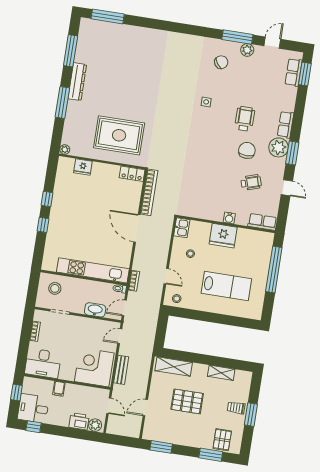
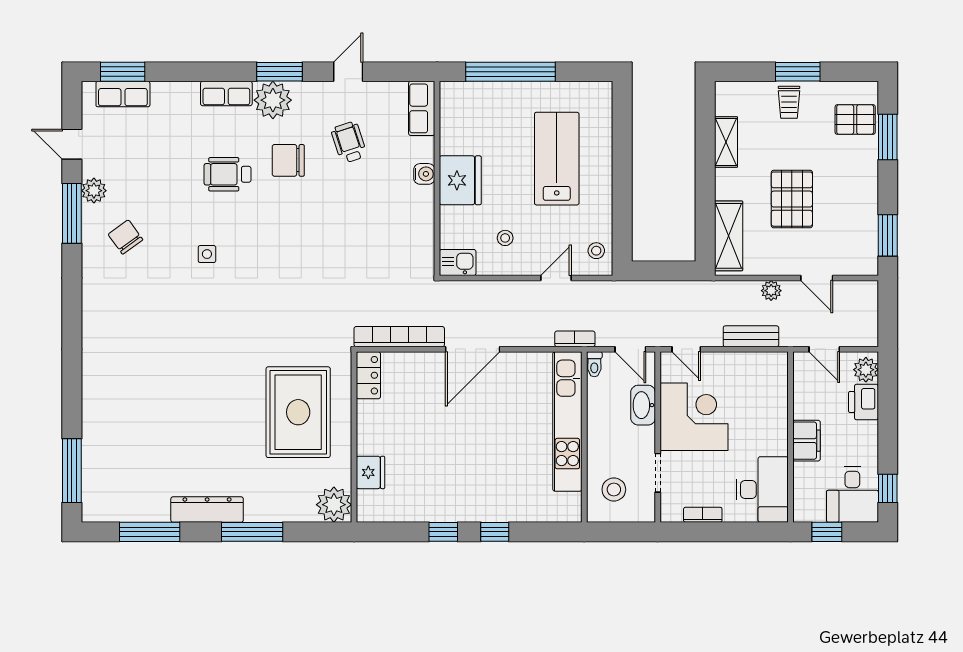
plant: (65, 149) -> (334, 505), width x1.87, depth x1.87
corner desk: (94, 367) -> (694, 417), moved, turned 180
plant: (143, 384) -> (771, 291), added
filing cabinet: (59, 389) -> (807, 441), width x2.00
door: (109, 406) -> (824, 349), swing flipped

